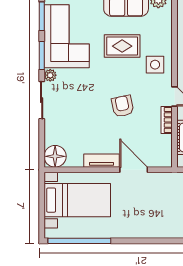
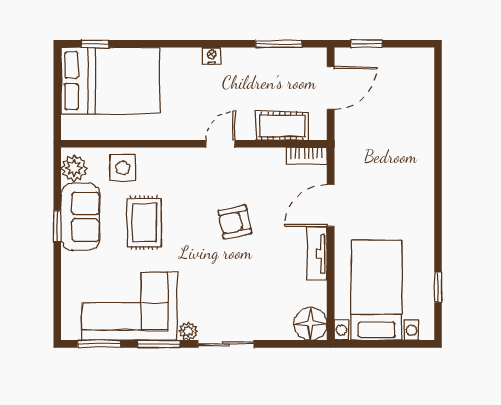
side table: (155, 65) -> (123, 168), moved
bookcase: (167, 120) -> (306, 156), moved
window: (79, 241) -> (438, 287), width x0.32

